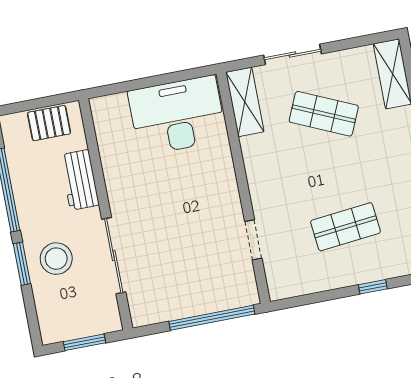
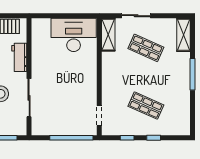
shop shelf: (345, 227) -> (146, 106), turned 30
doorway: (253, 240) -> (99, 115), moved
window: (321, 297) -> (127, 138), added

